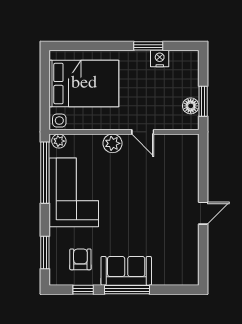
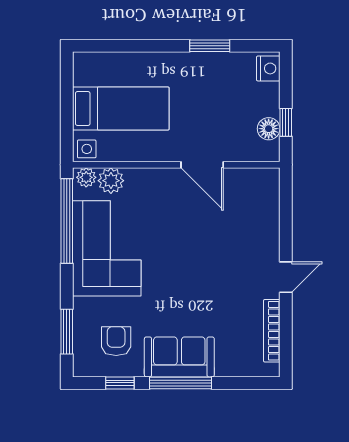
nightstand: (160, 59) -> (268, 68), moved, turned 90
bed: (84, 83) -> (121, 109), width x0.67
window: (203, 101) -> (286, 122), width x0.67
door: (143, 132) -> (202, 165), width x1.38
plant: (112, 143) -> (111, 181), moved
bookcase: (193, 252) -> (272, 331), added

